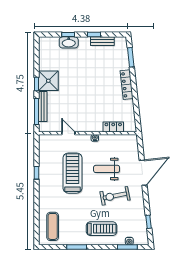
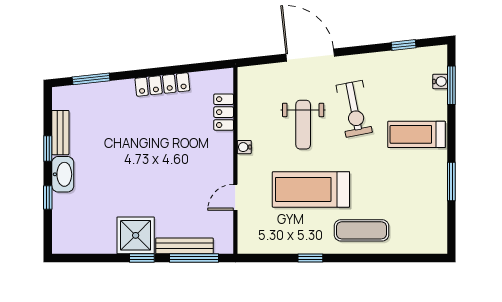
washbasin: (69, 42) -> (63, 174), moved
locker: (127, 85) -> (162, 84), moved
exercise mat: (53, 226) -> (361, 230), moved
treadmill: (101, 229) -> (417, 134), turned -90

